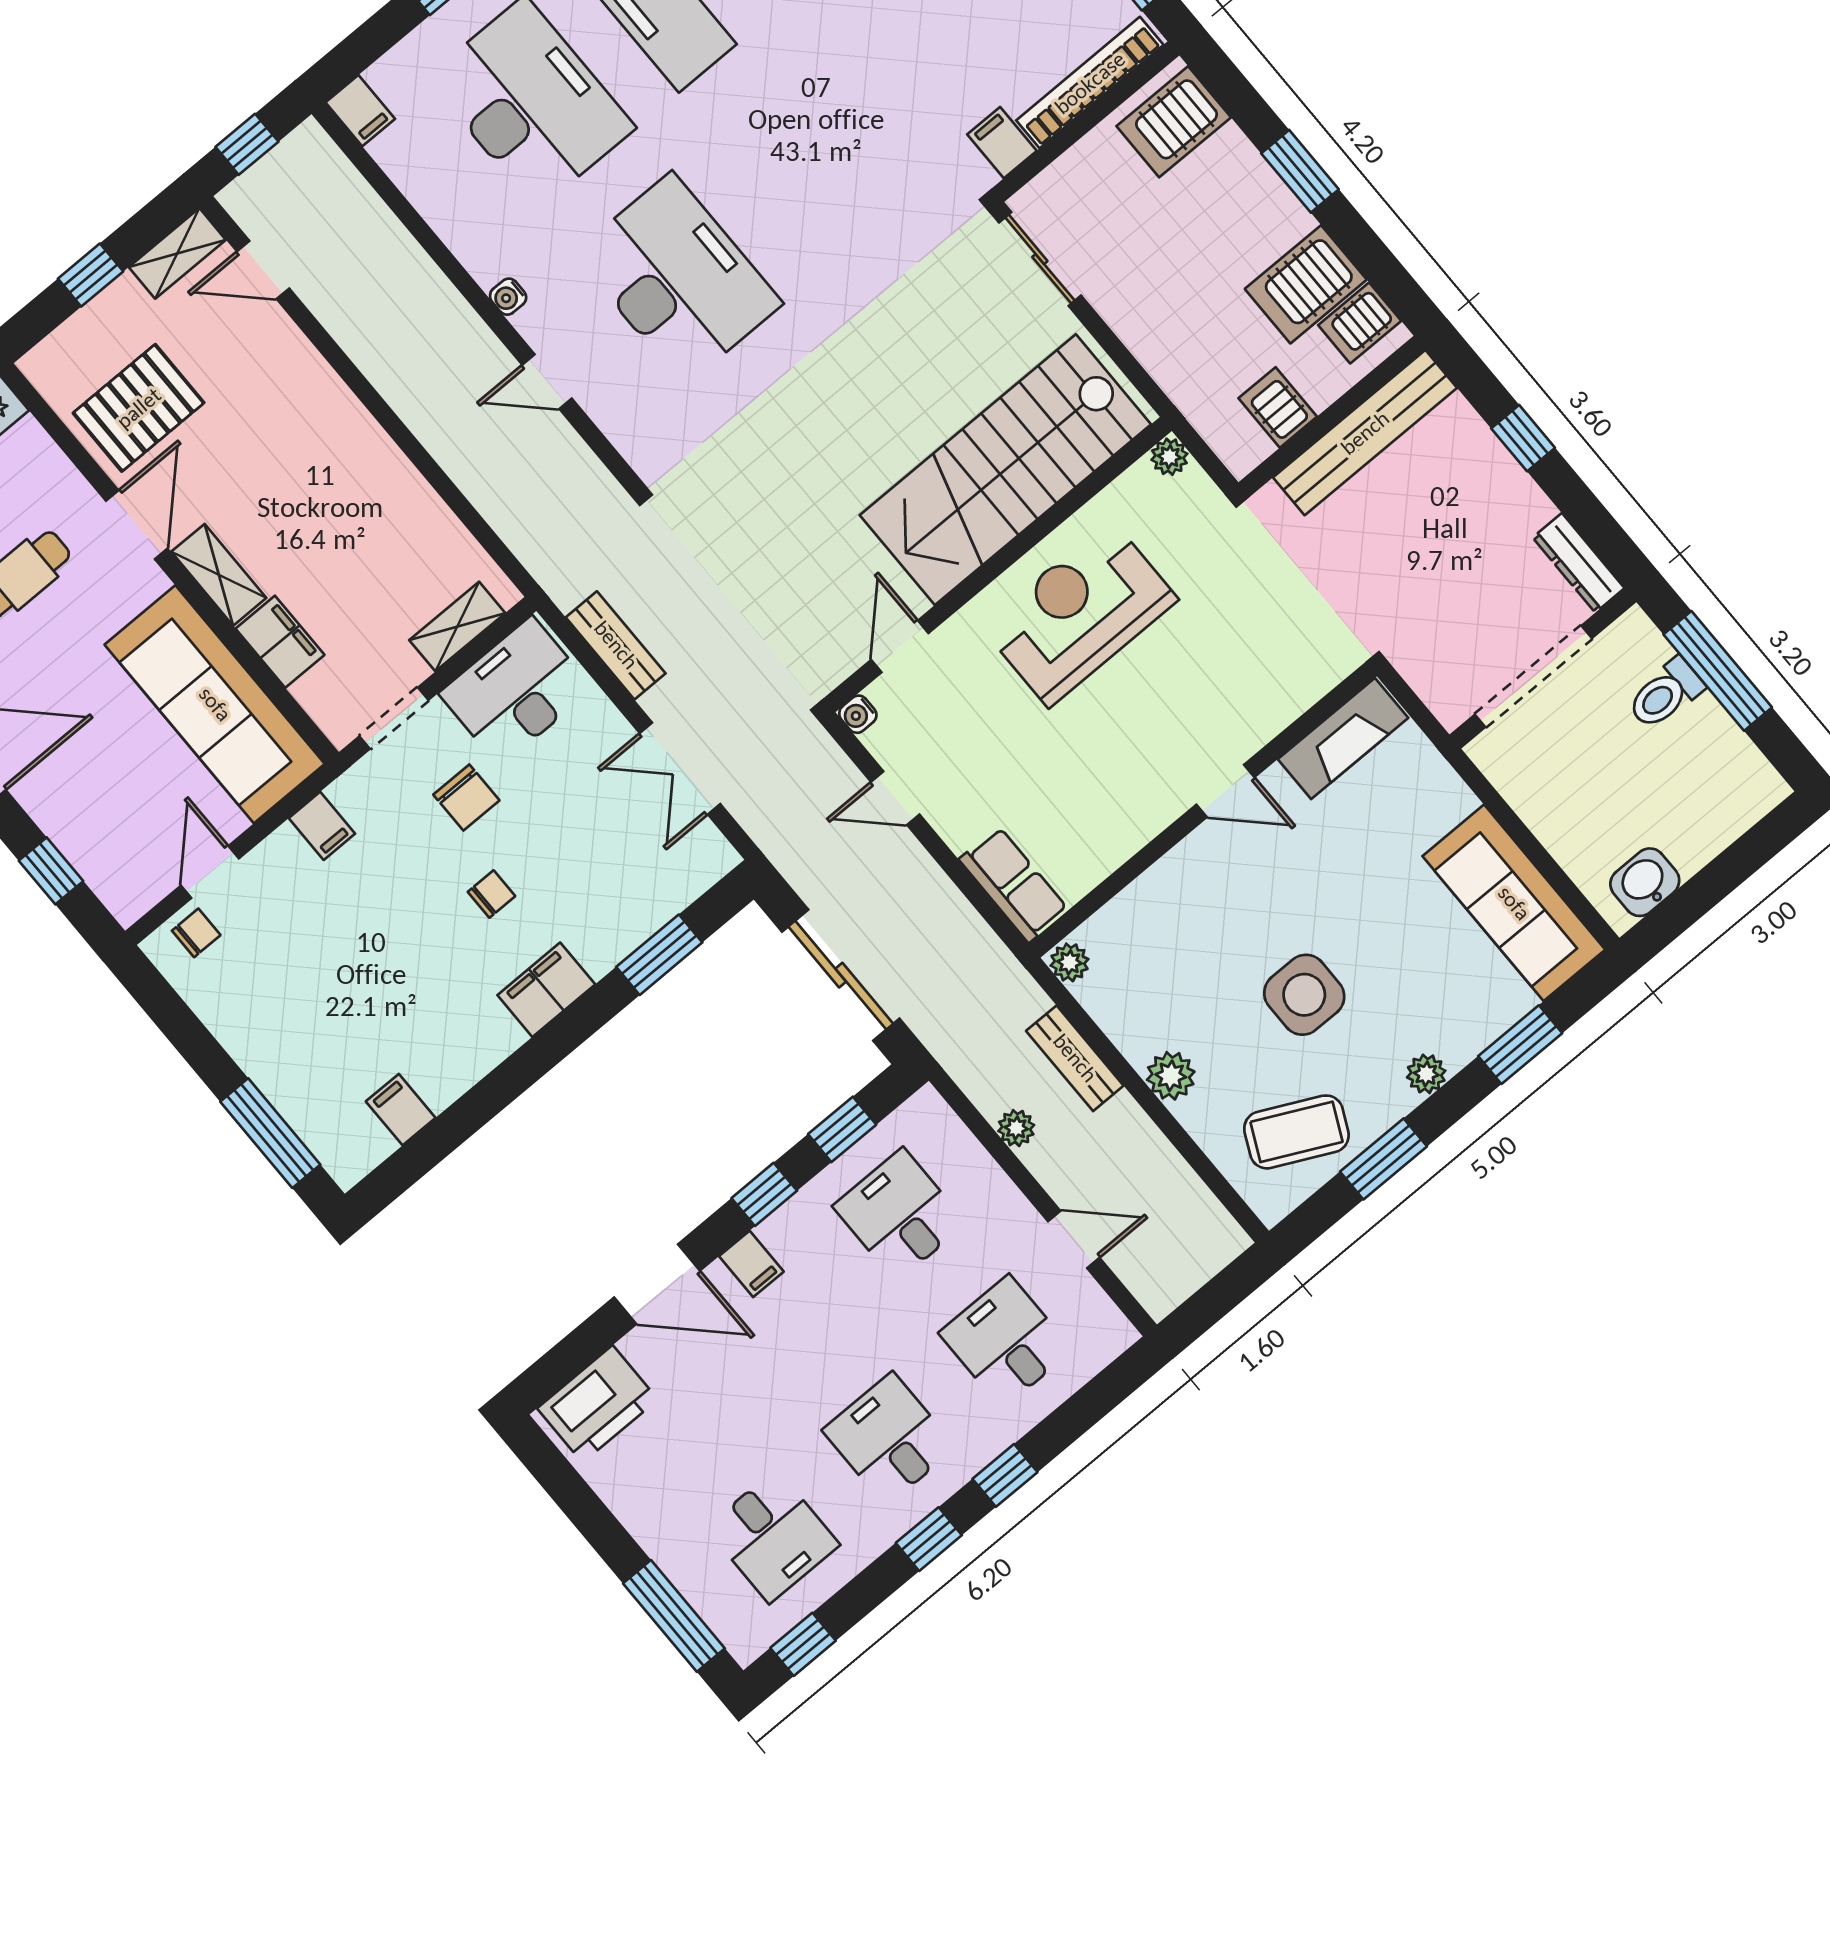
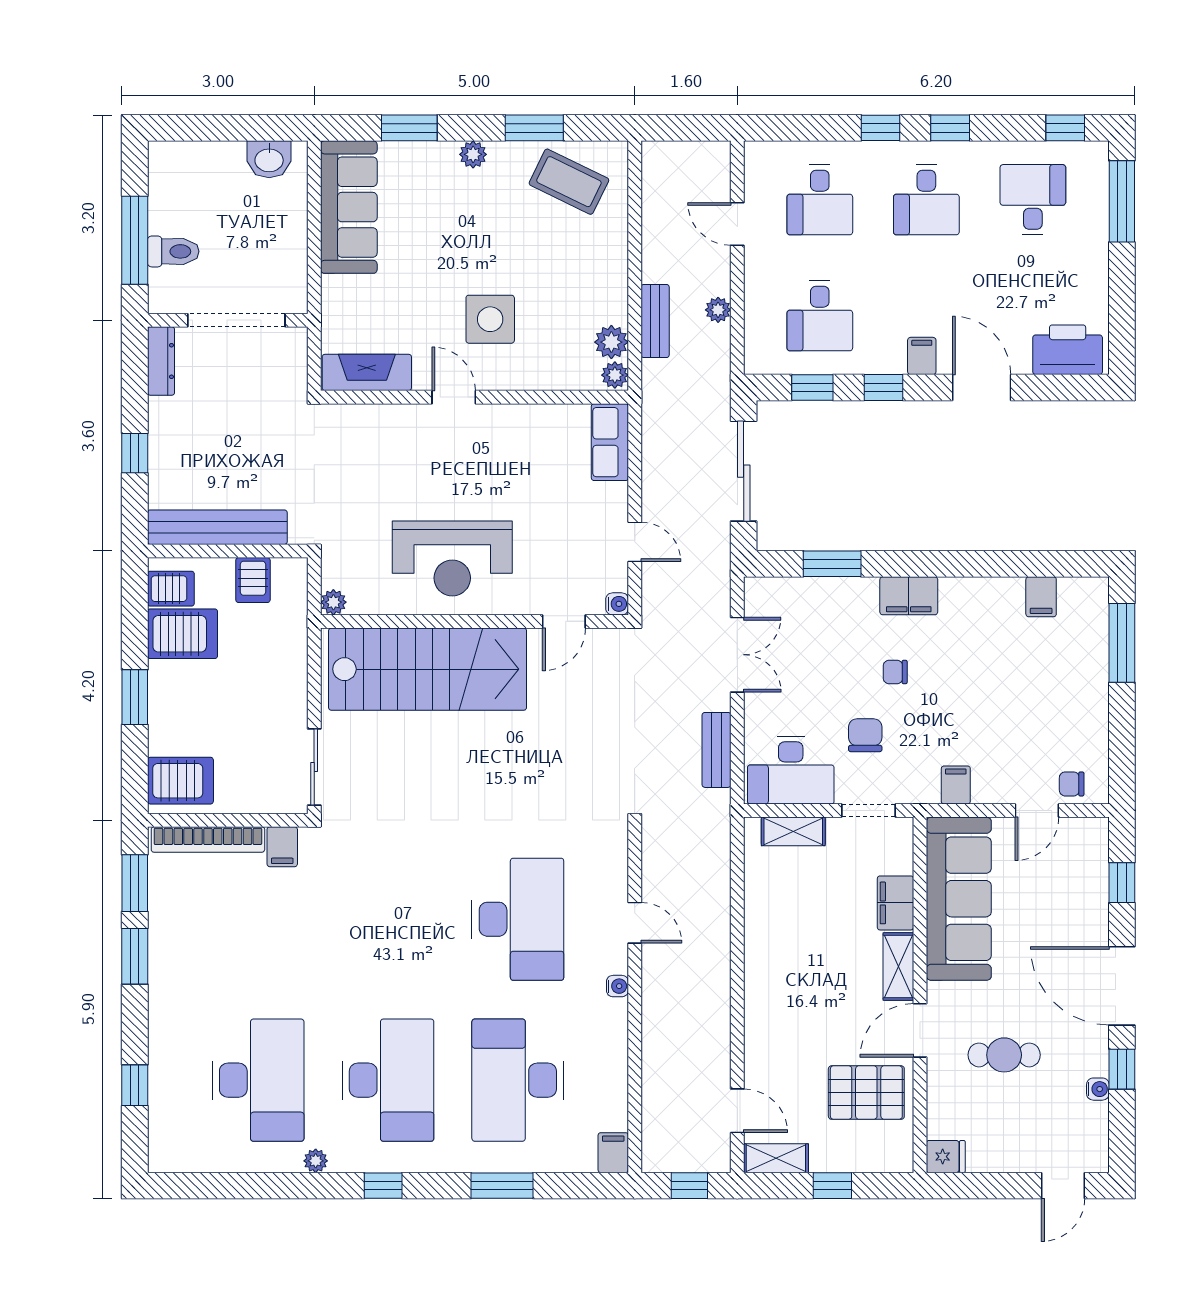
desk: (678, 279) -> (518, 919), turned 180
side table: (1304, 995) -> (490, 319), moved
plant: (1171, 1076) -> (611, 342), moved

